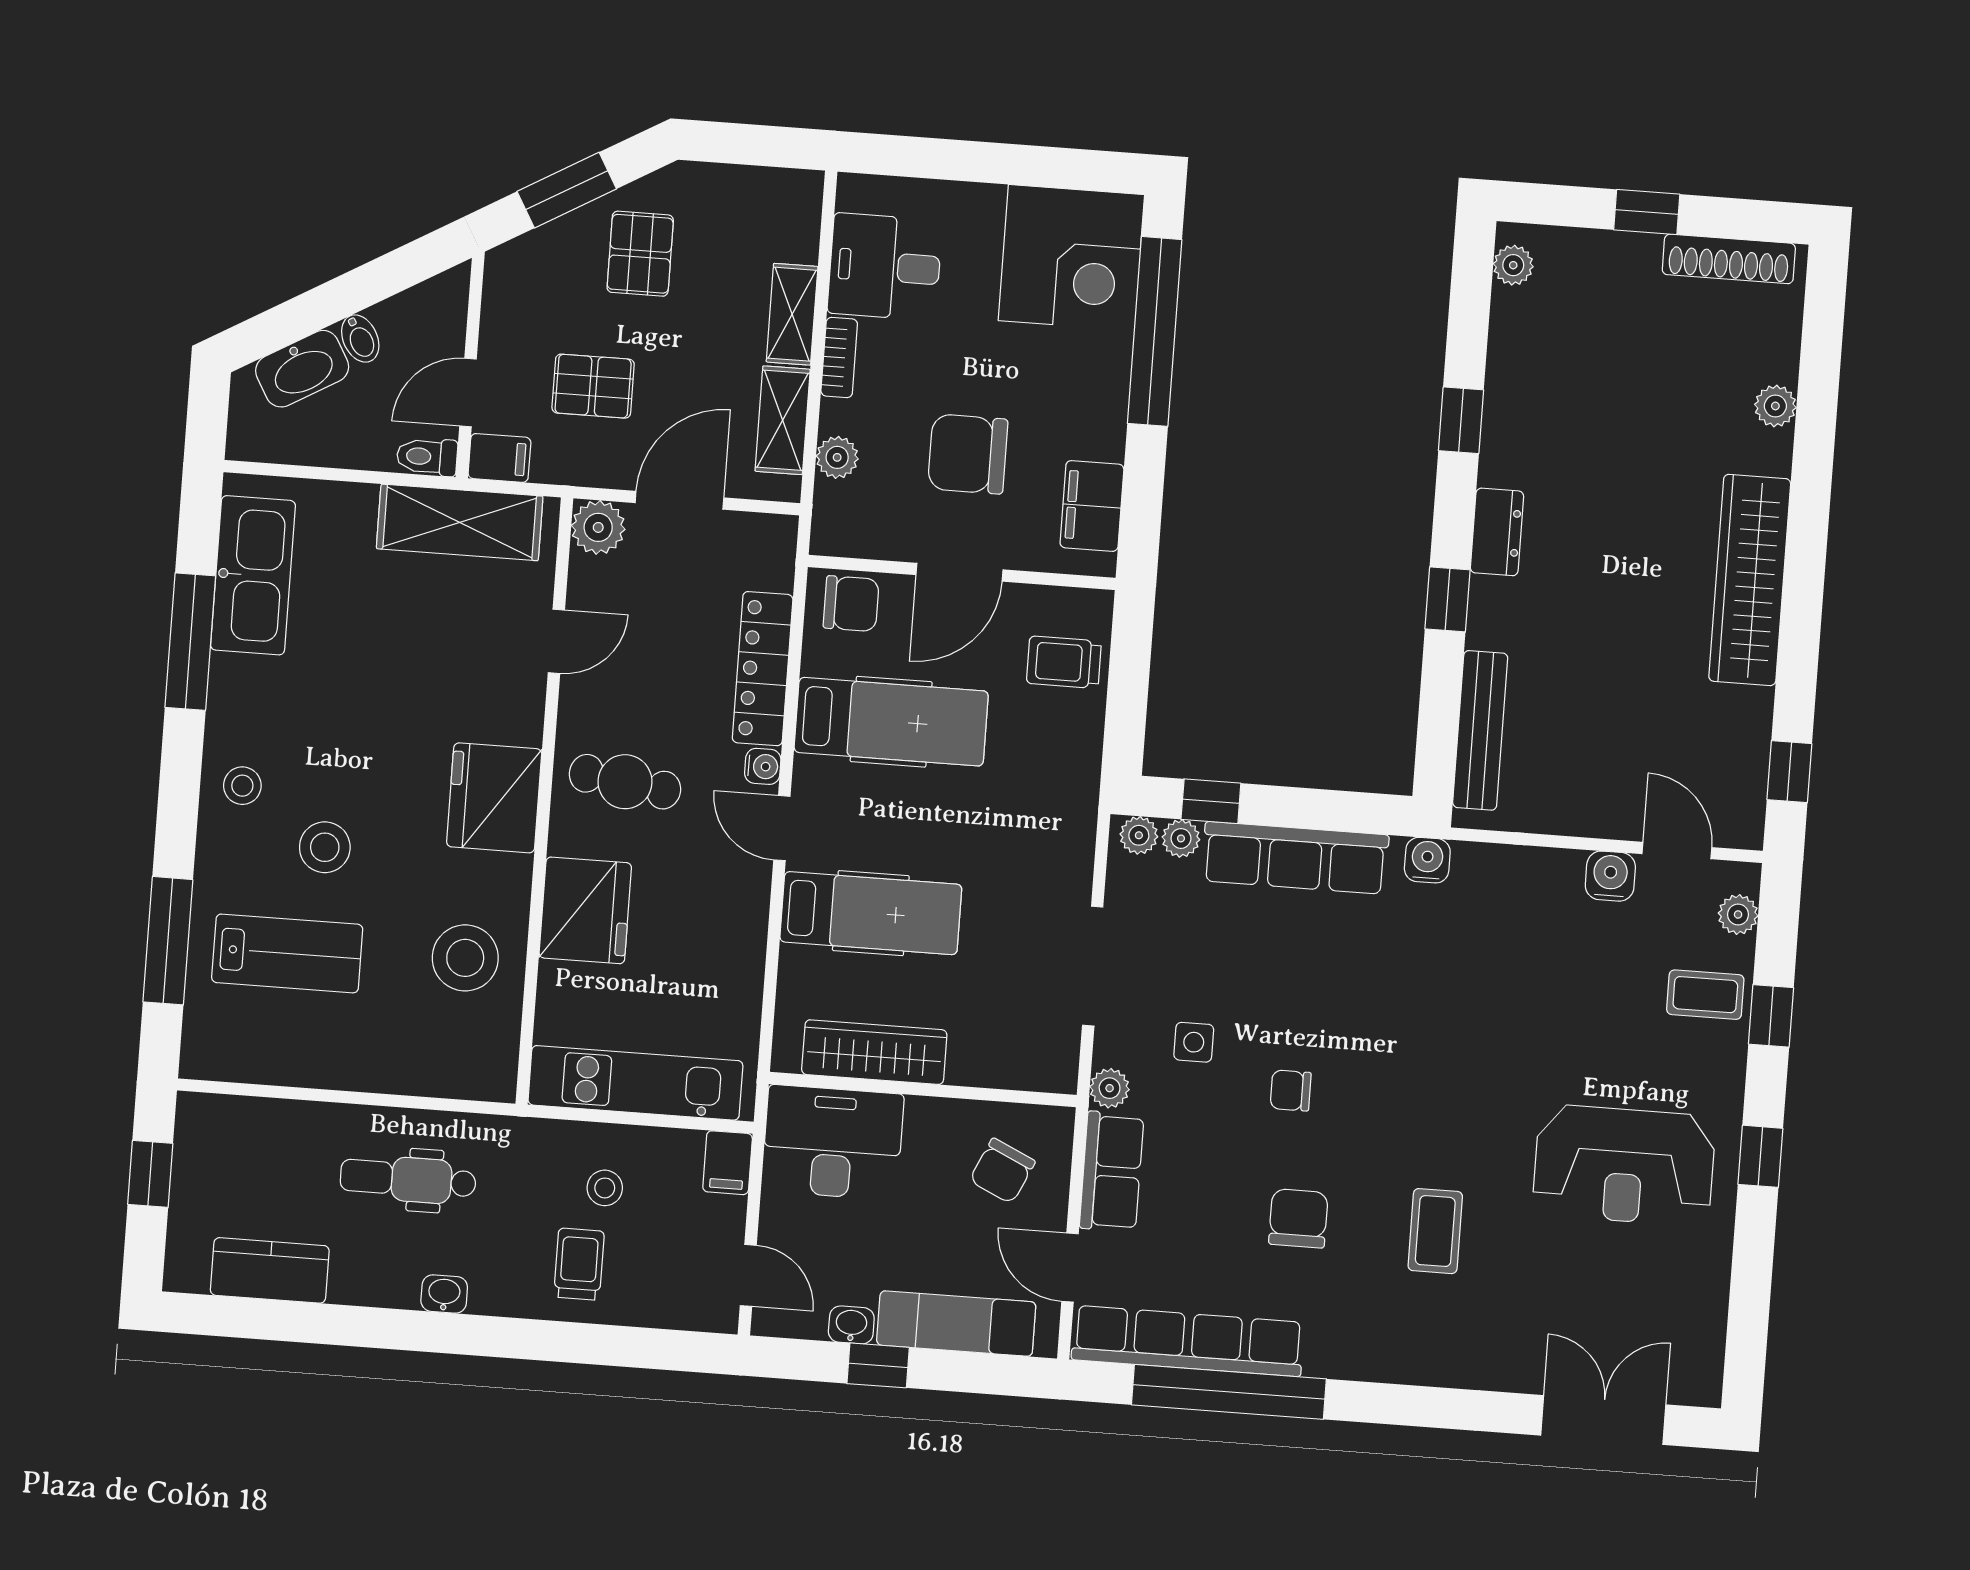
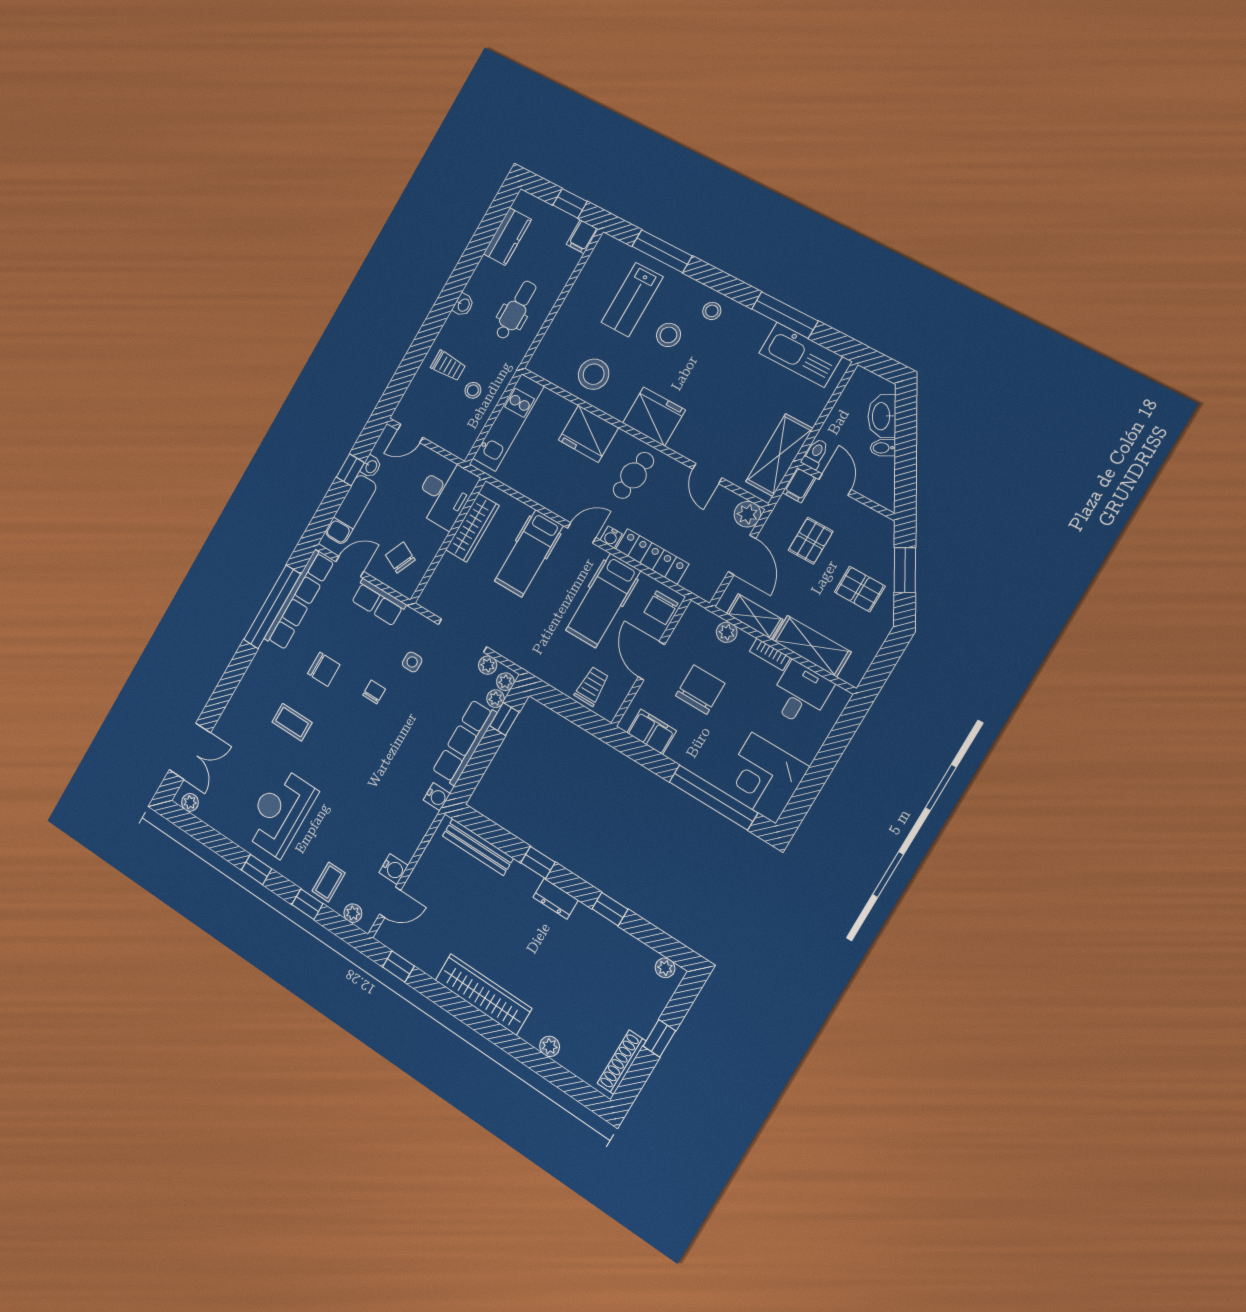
shelving: (792, 314) -> (812, 646), width x1.50, depth x1.33
plant: (1110, 1088) -> (488, 665), moved
filing cabinet: (728, 1163) -> (582, 237), moved, turned -90
plant: (1704, 1367) -> (190, 802), added

